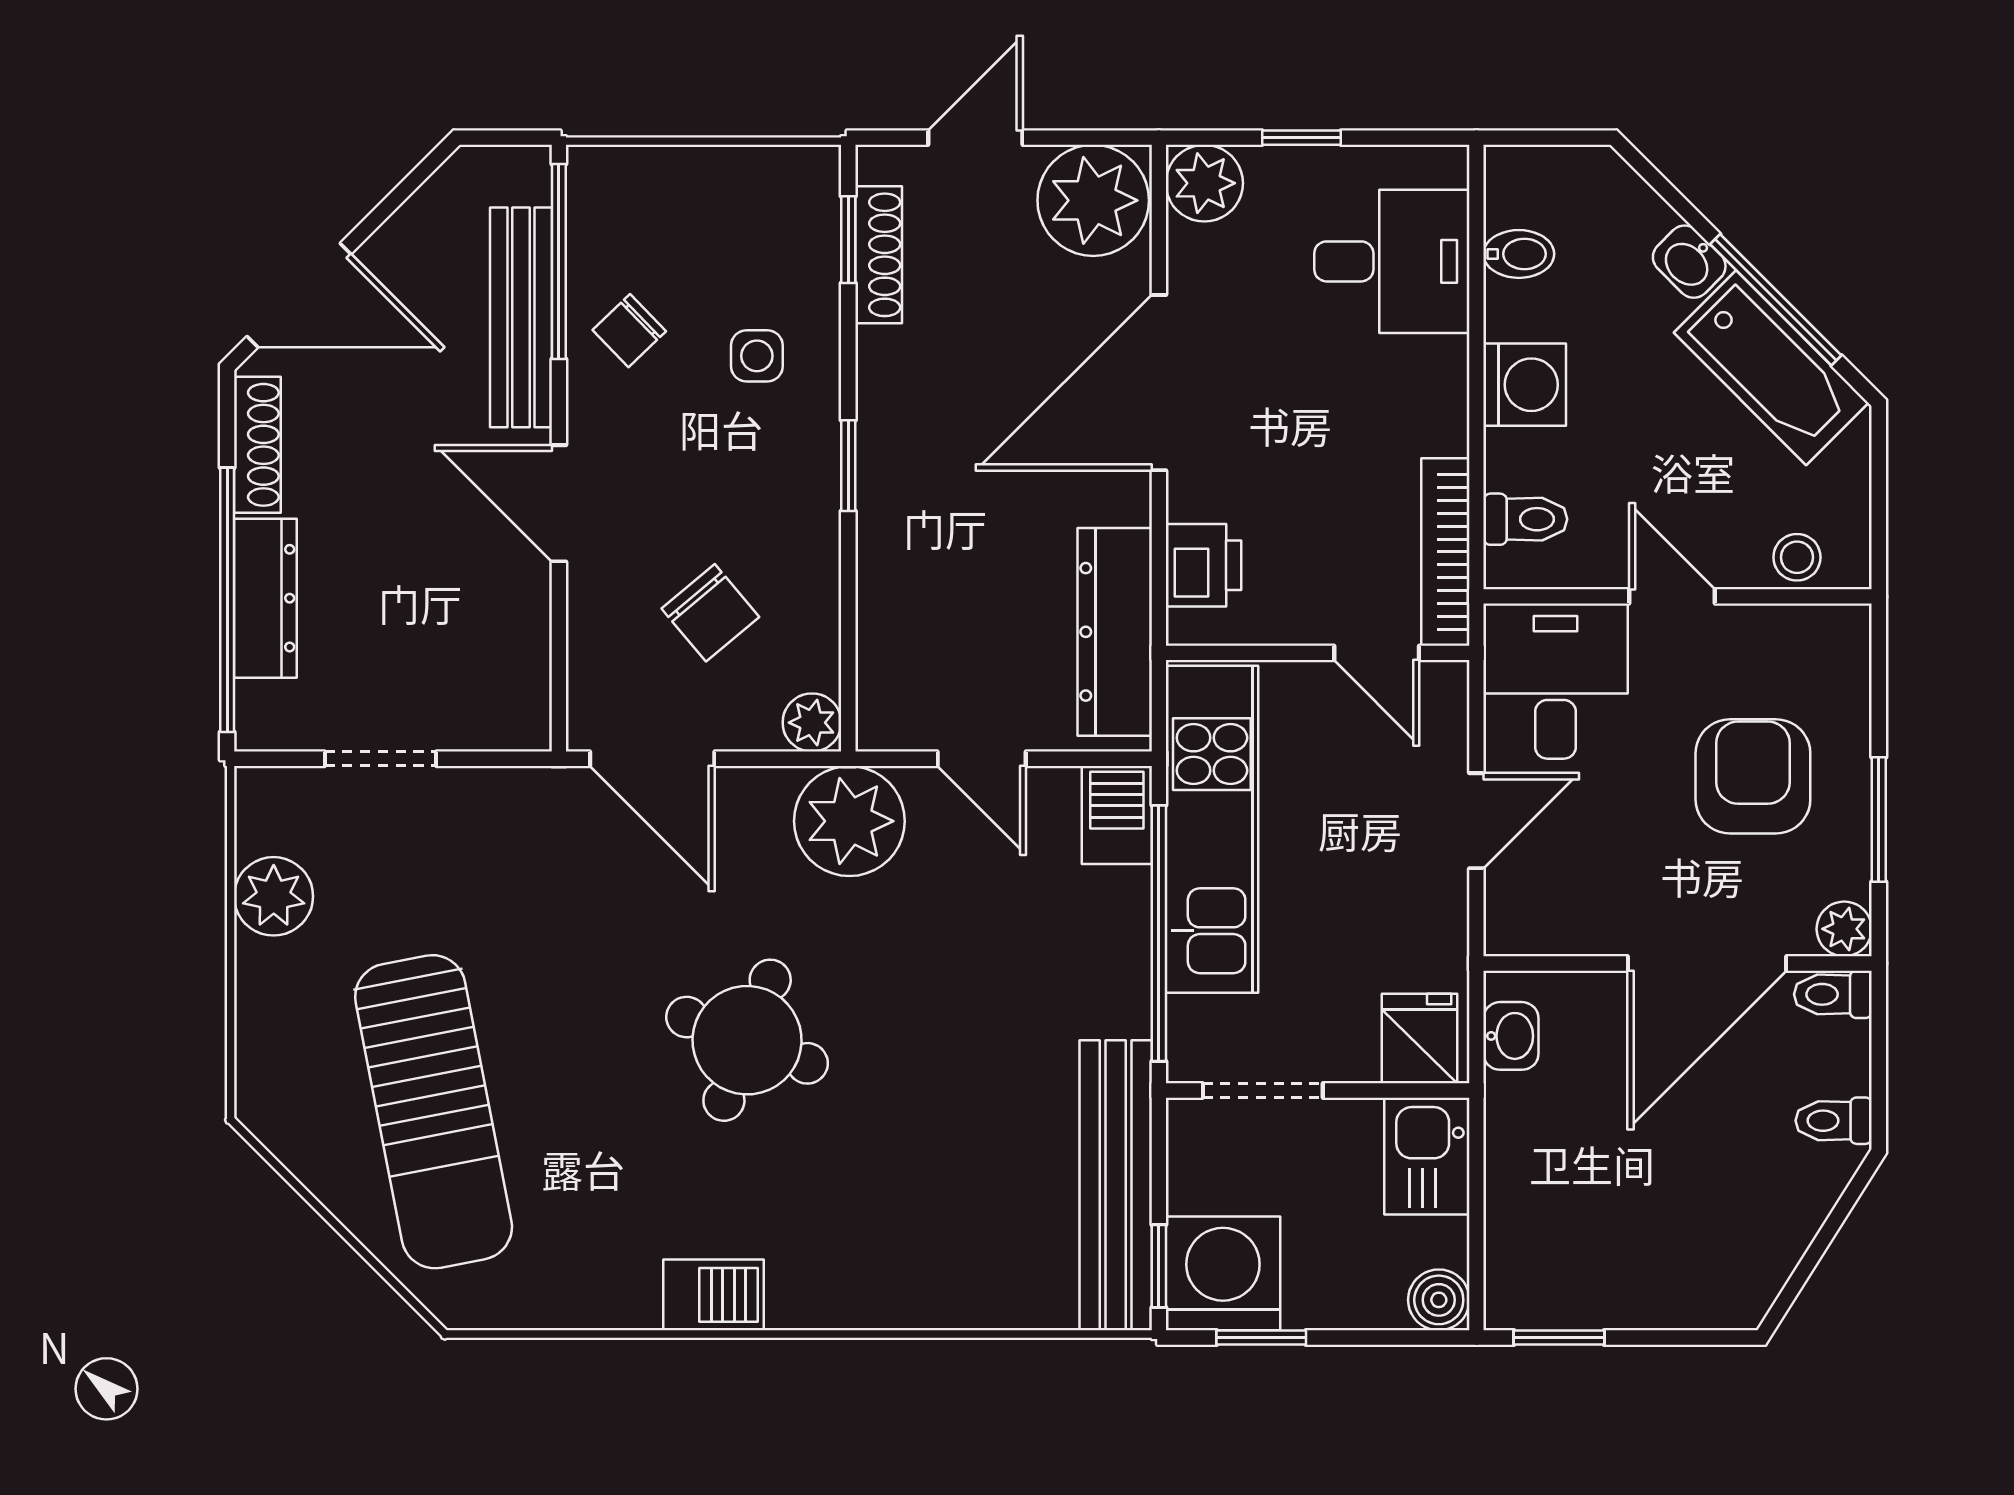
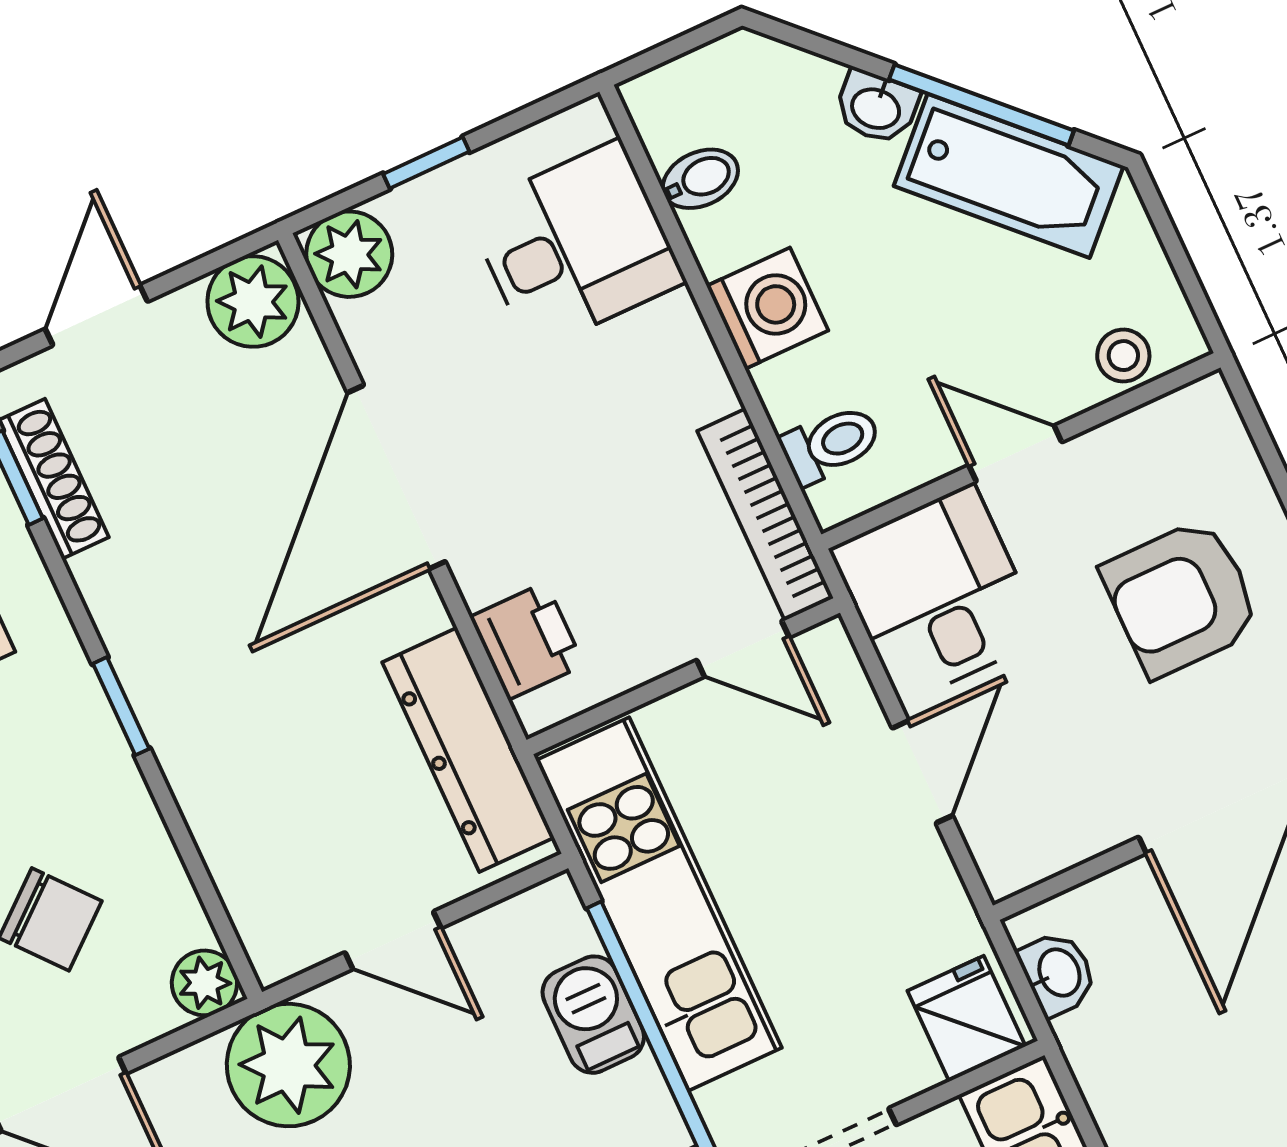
plant: (1093, 200) -> (253, 302), width x0.73, depth x0.73
armchair: (1753, 776) -> (1181, 598), turned -90
barbecue: (1117, 815) -> (593, 1015), moved

